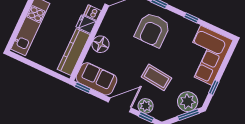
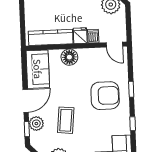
armchair: (153, 30) -> (105, 96), turned 180
window: (83, 88) -> (24, 61), removed
door: (120, 105) -> (26, 101), hinge flipped

